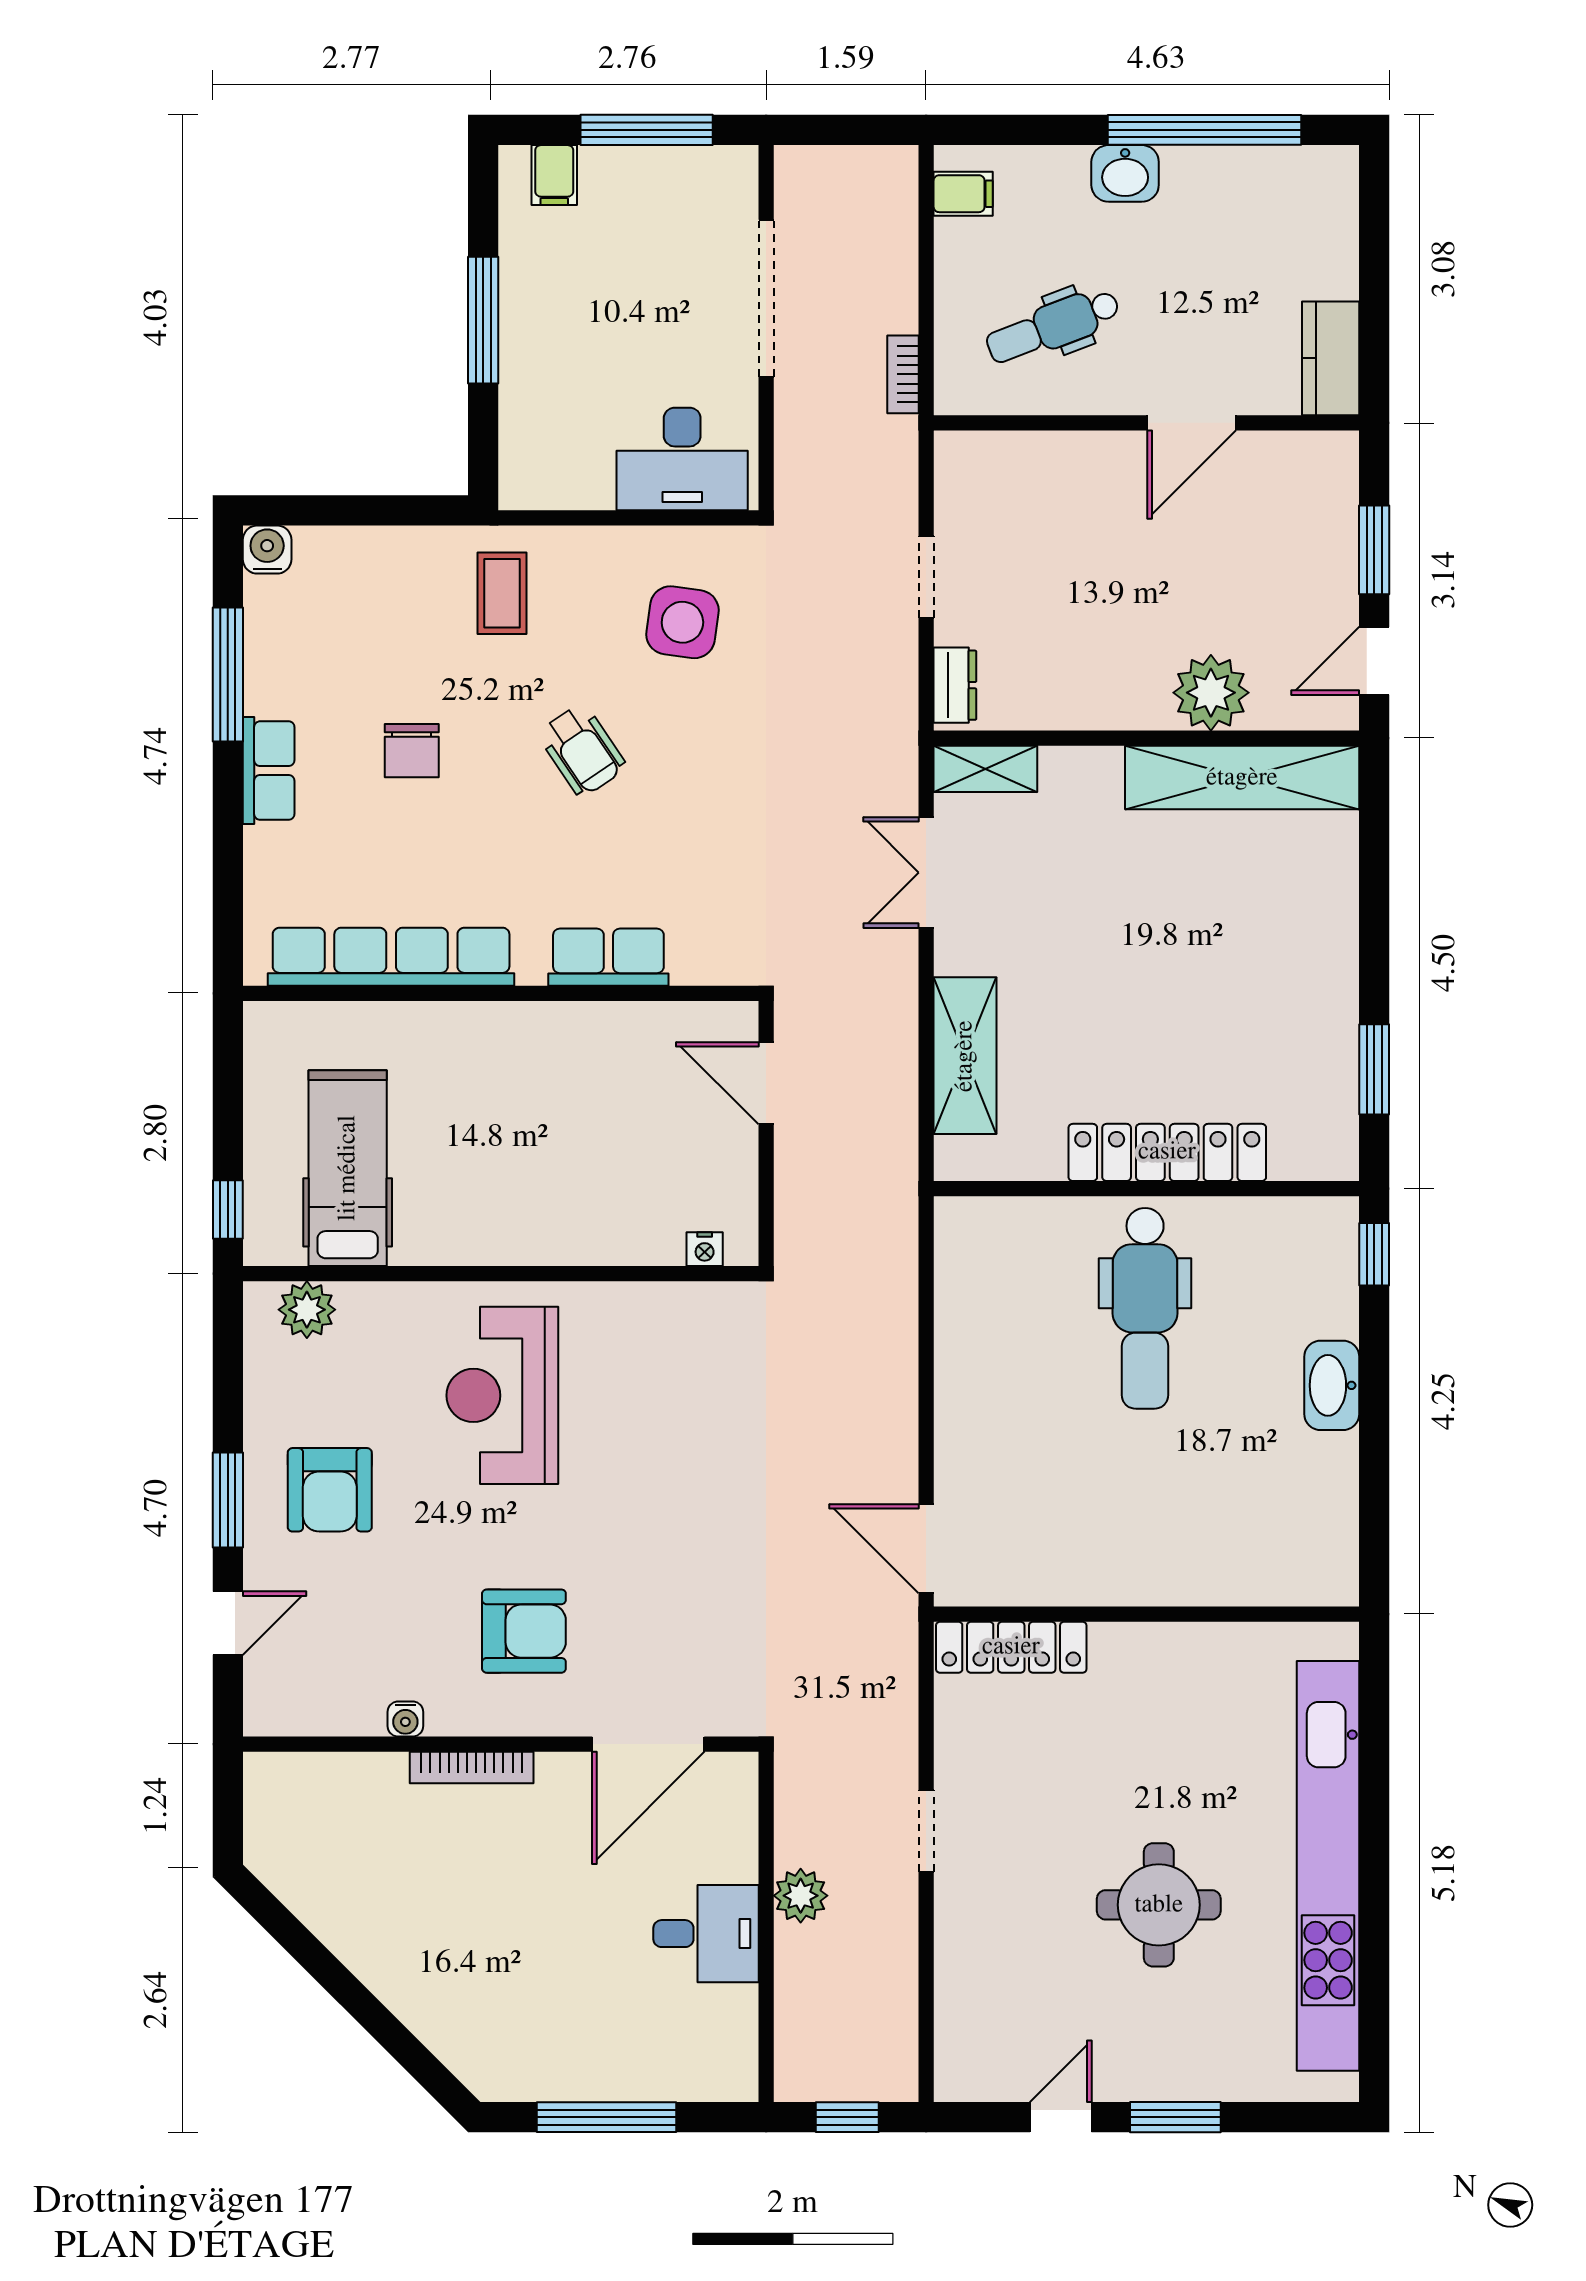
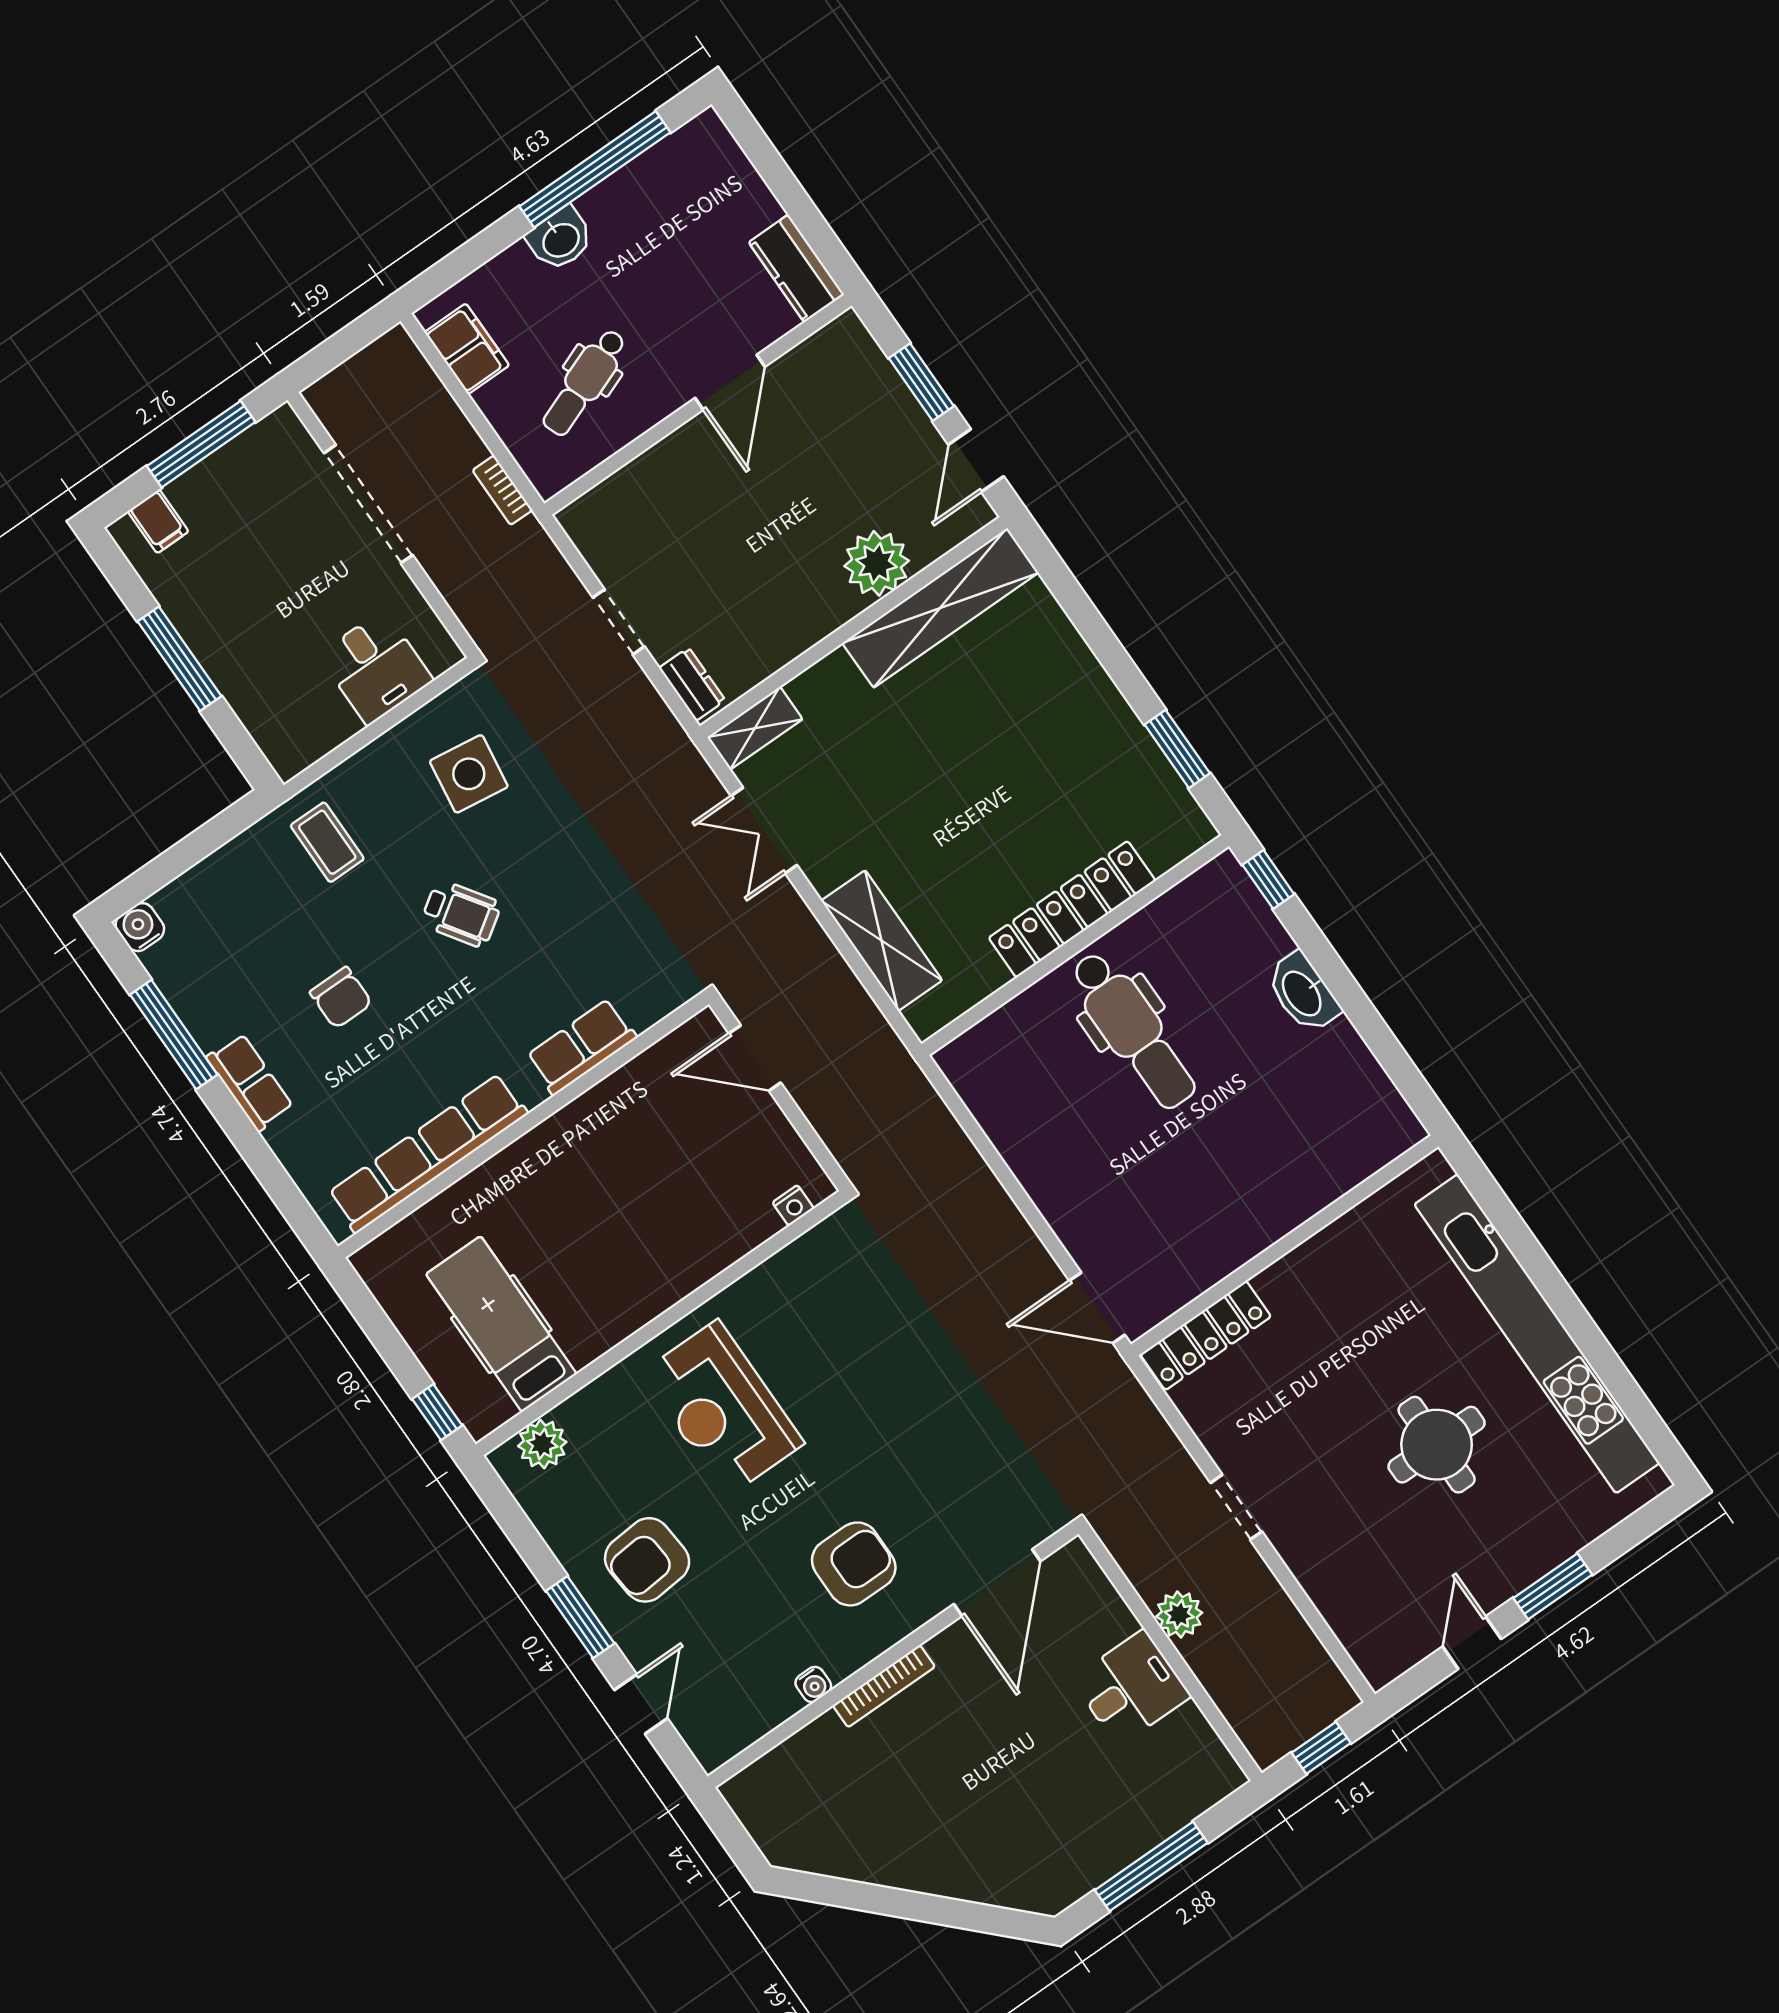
filing cabinet: (963, 194) -> (467, 349), width x2.00
desk: (682, 459) -> (376, 667), width x0.73
armchair: (330, 1490) -> (647, 1560), turned 85

